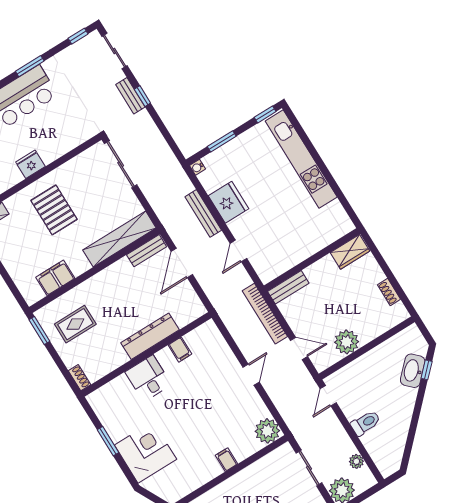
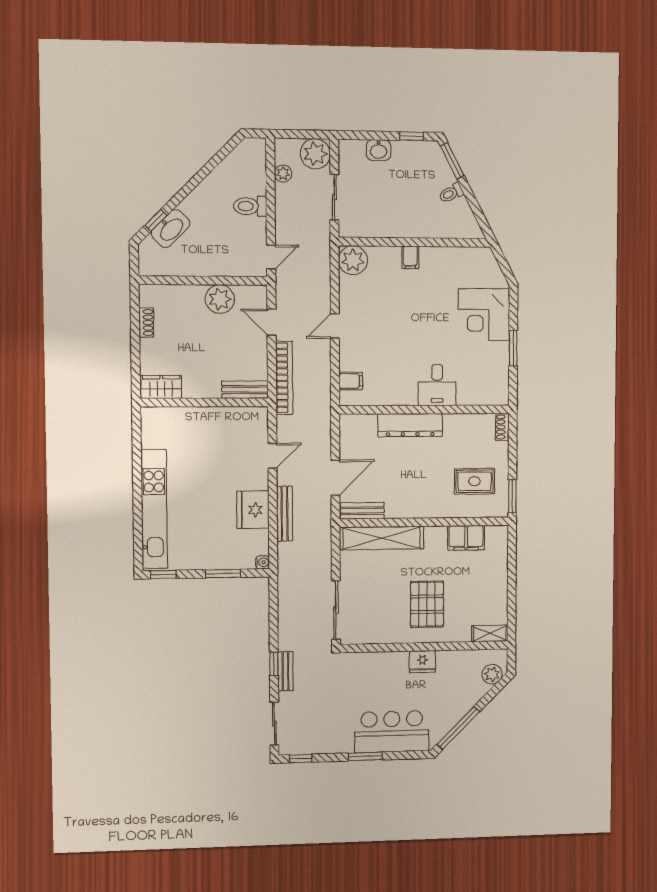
filing cabinet: (180, 350) -> (351, 381), moved, turned 90

